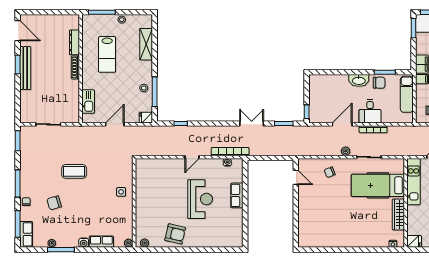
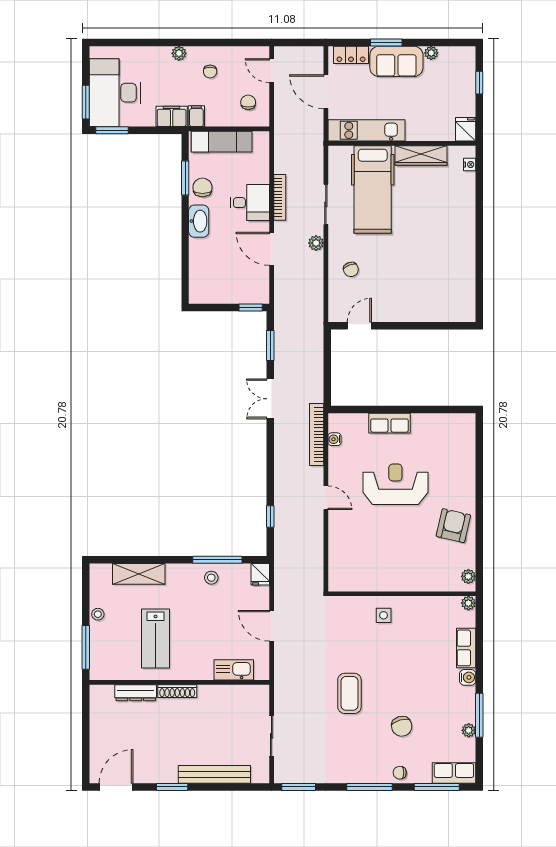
lab bench: (107, 54) -> (156, 638), turned 90
bench: (25, 68) -> (214, 774), moved

